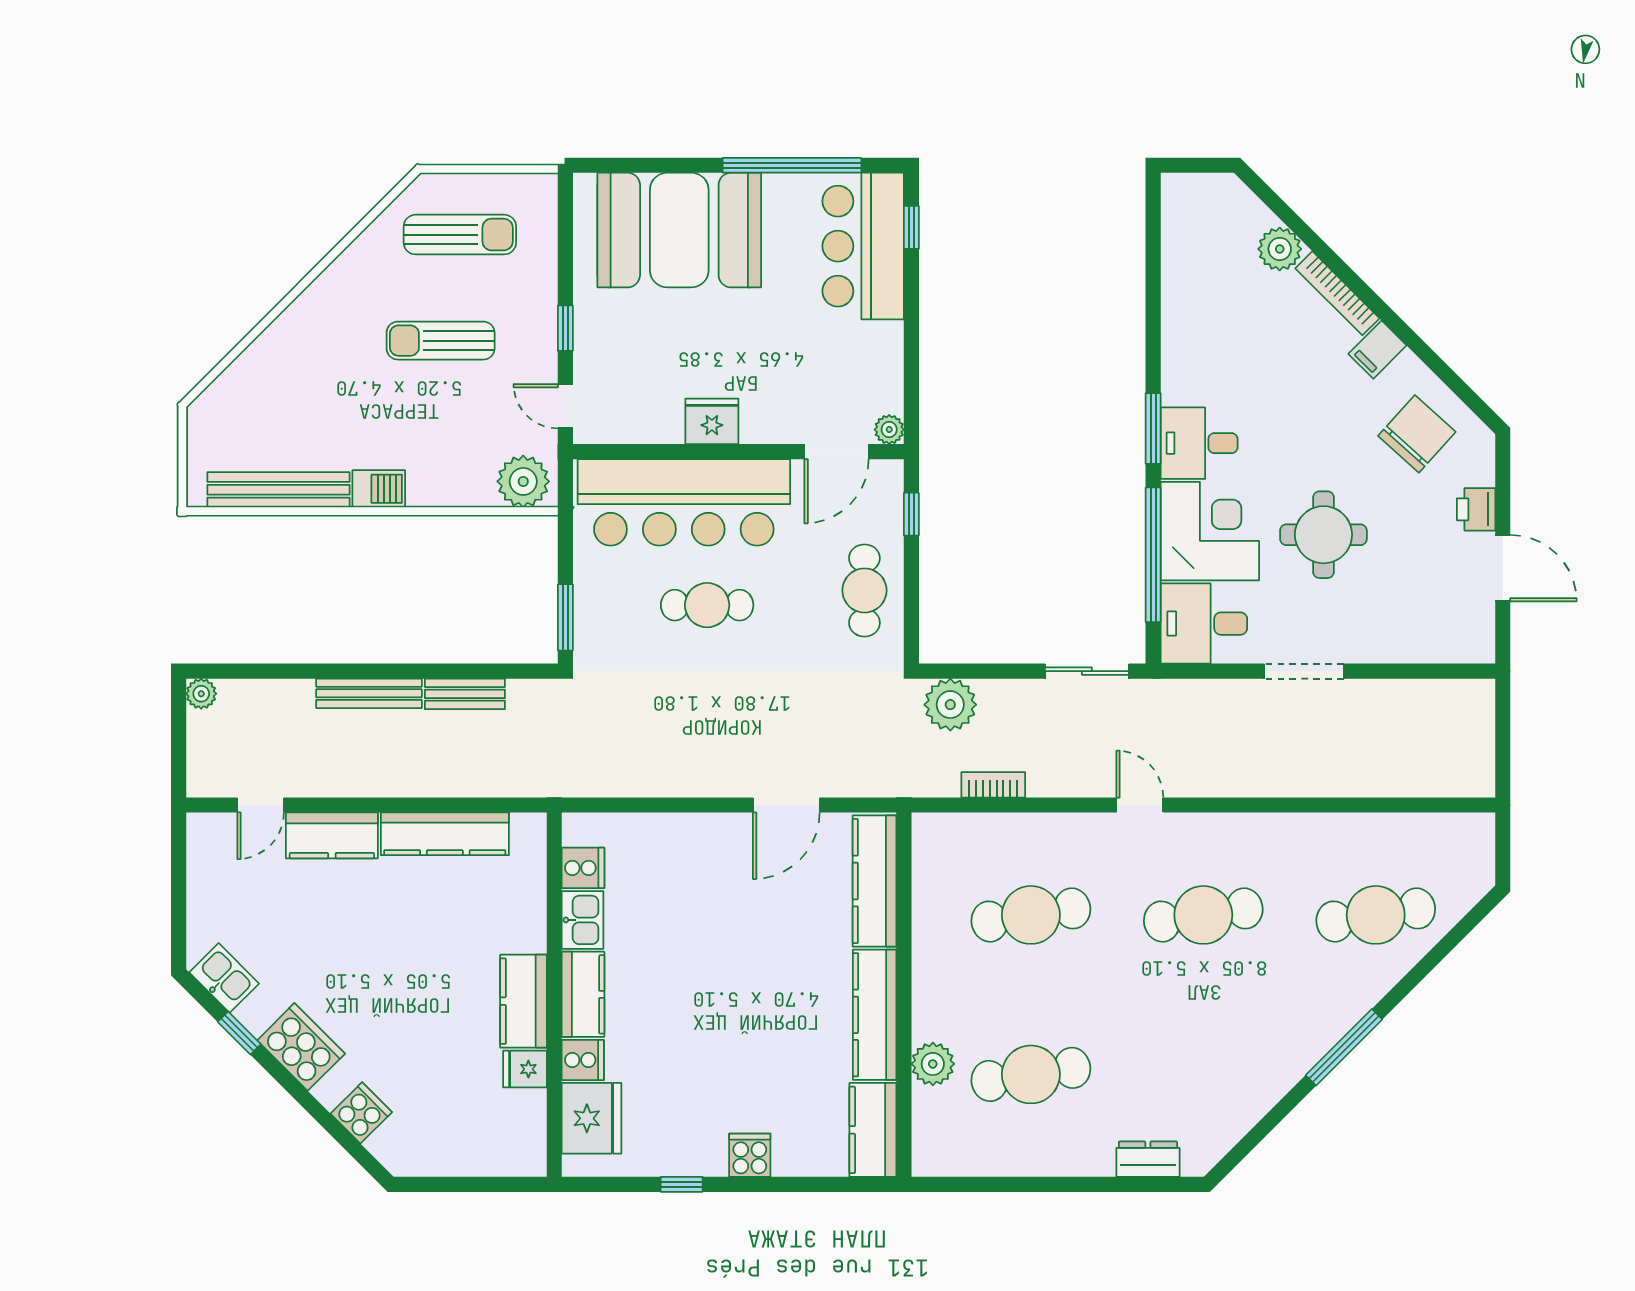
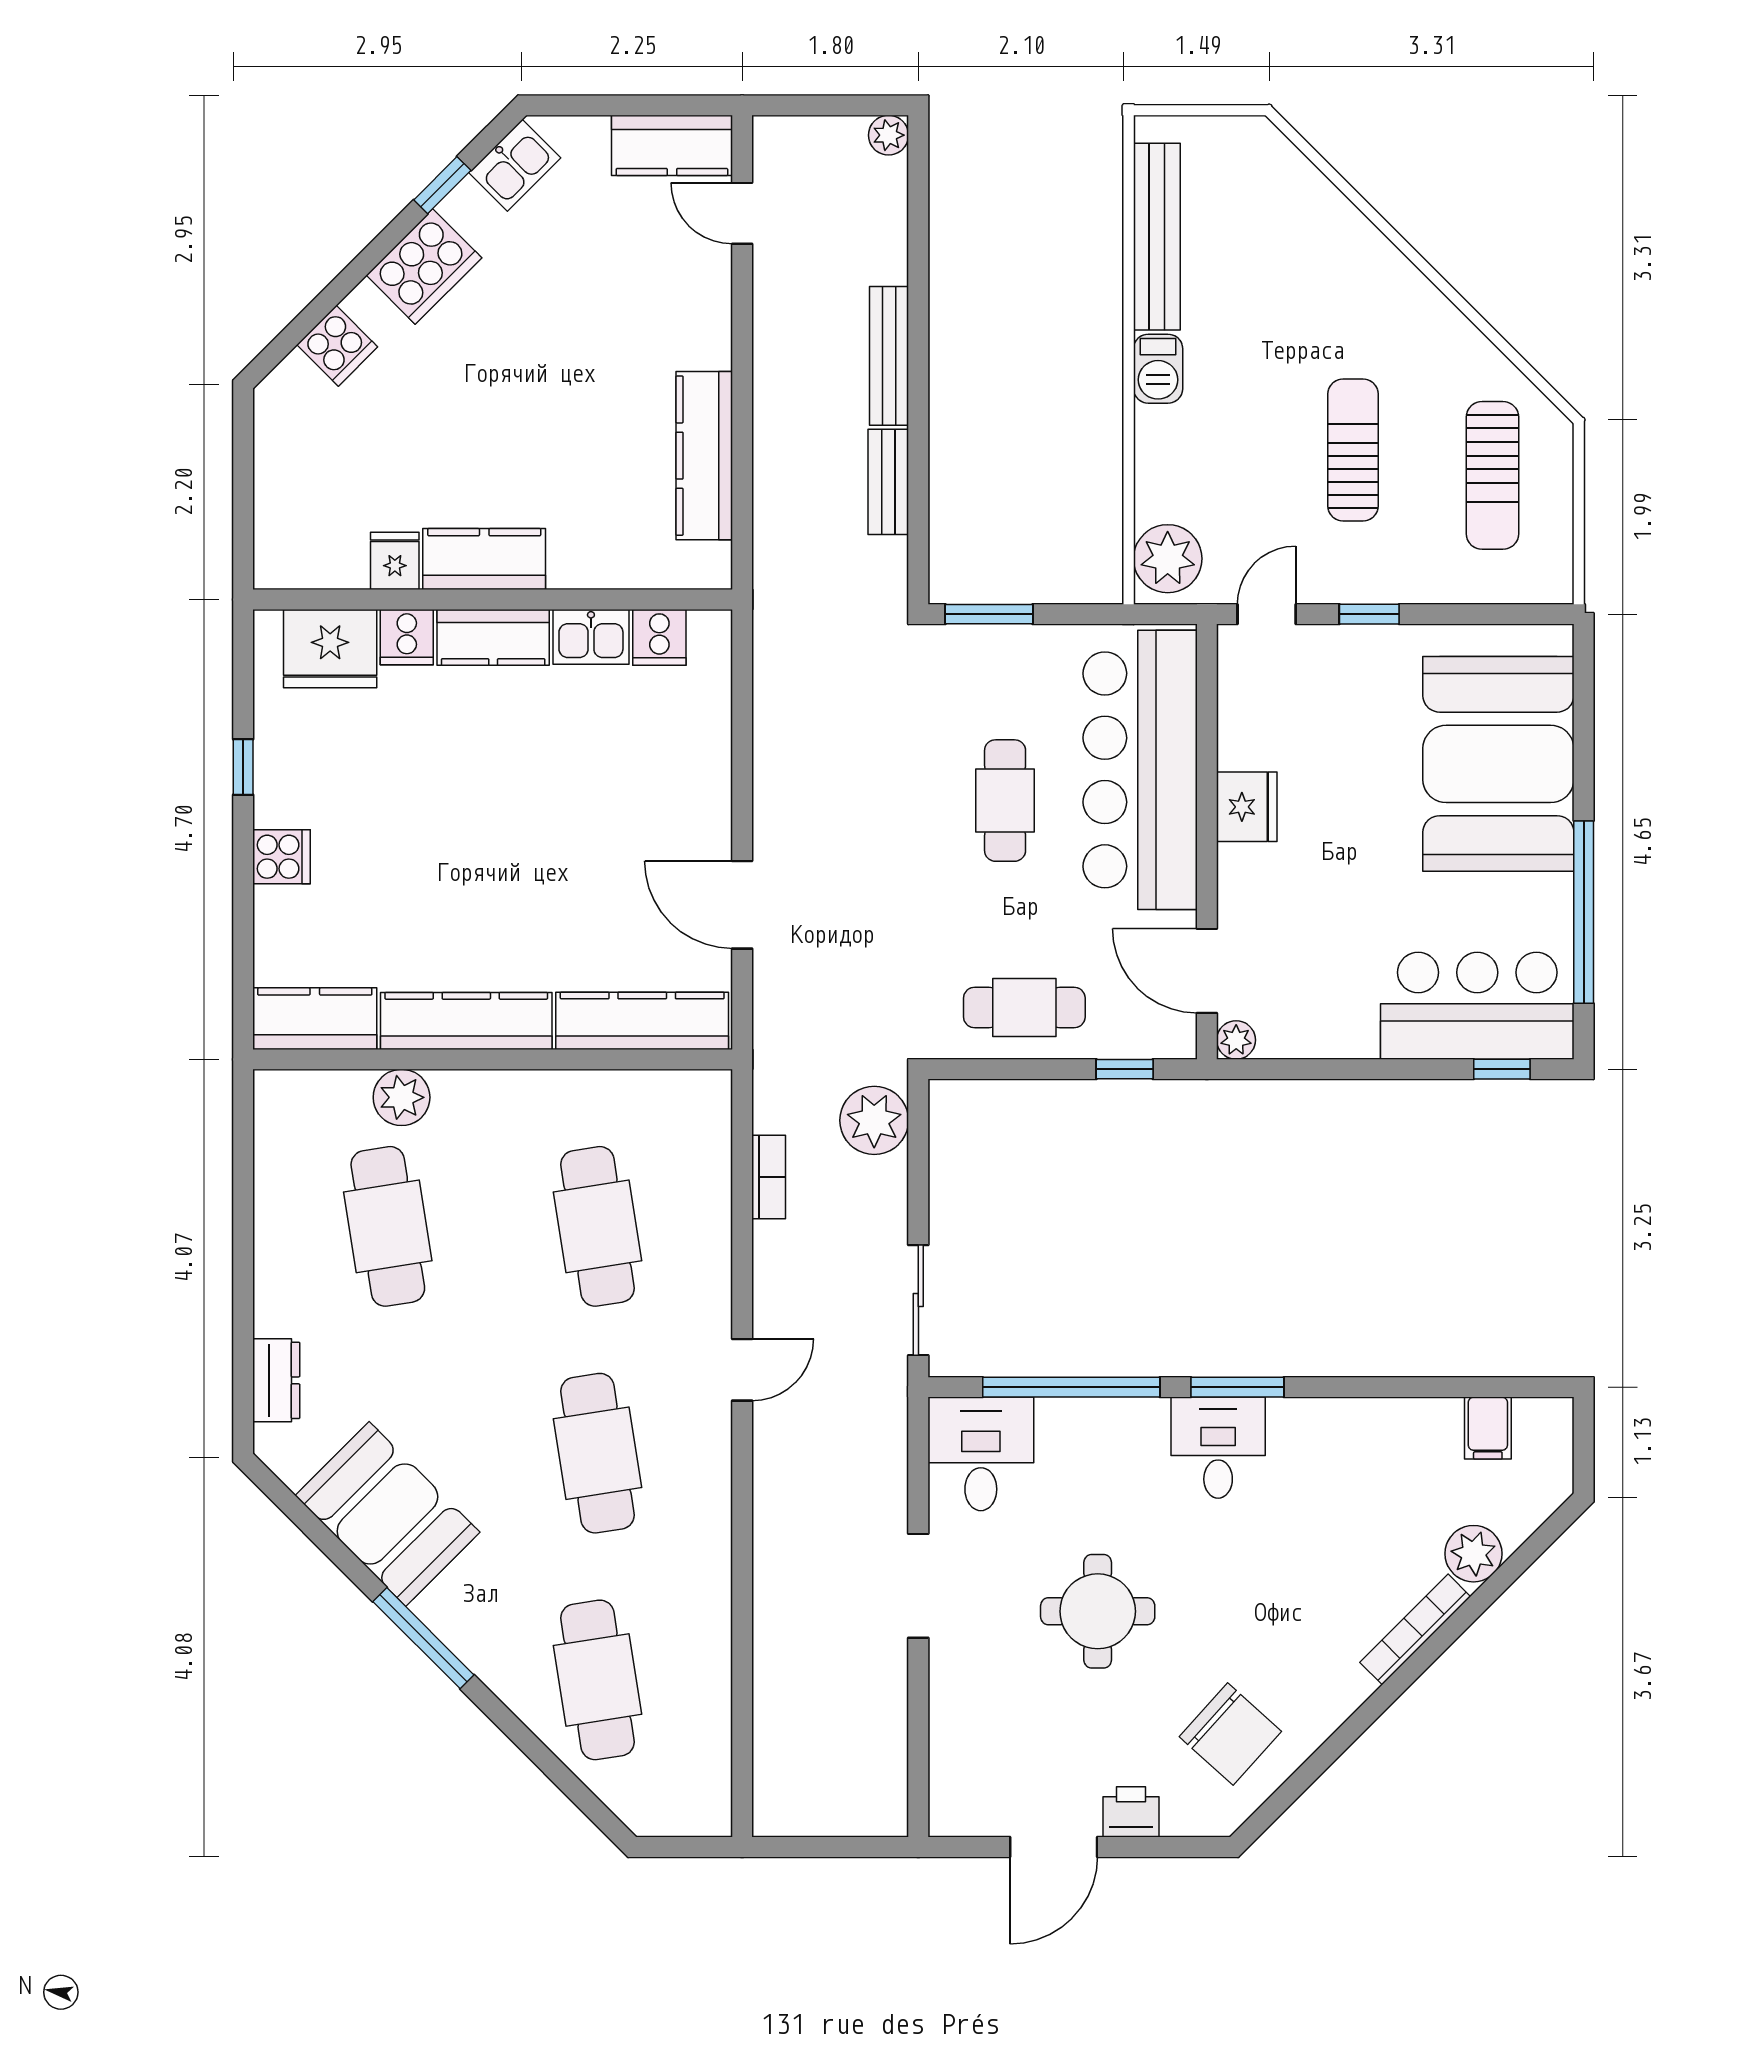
filing cabinet: (1377, 350) -> (1488, 1428), moved, turned -135
corner desk: (1210, 531) -> (1102, 1462), removed
kitchen counter: (332, 835) -> (672, 145), moved, turned -90
booth: (1250, 1075) -> (387, 1514), added

